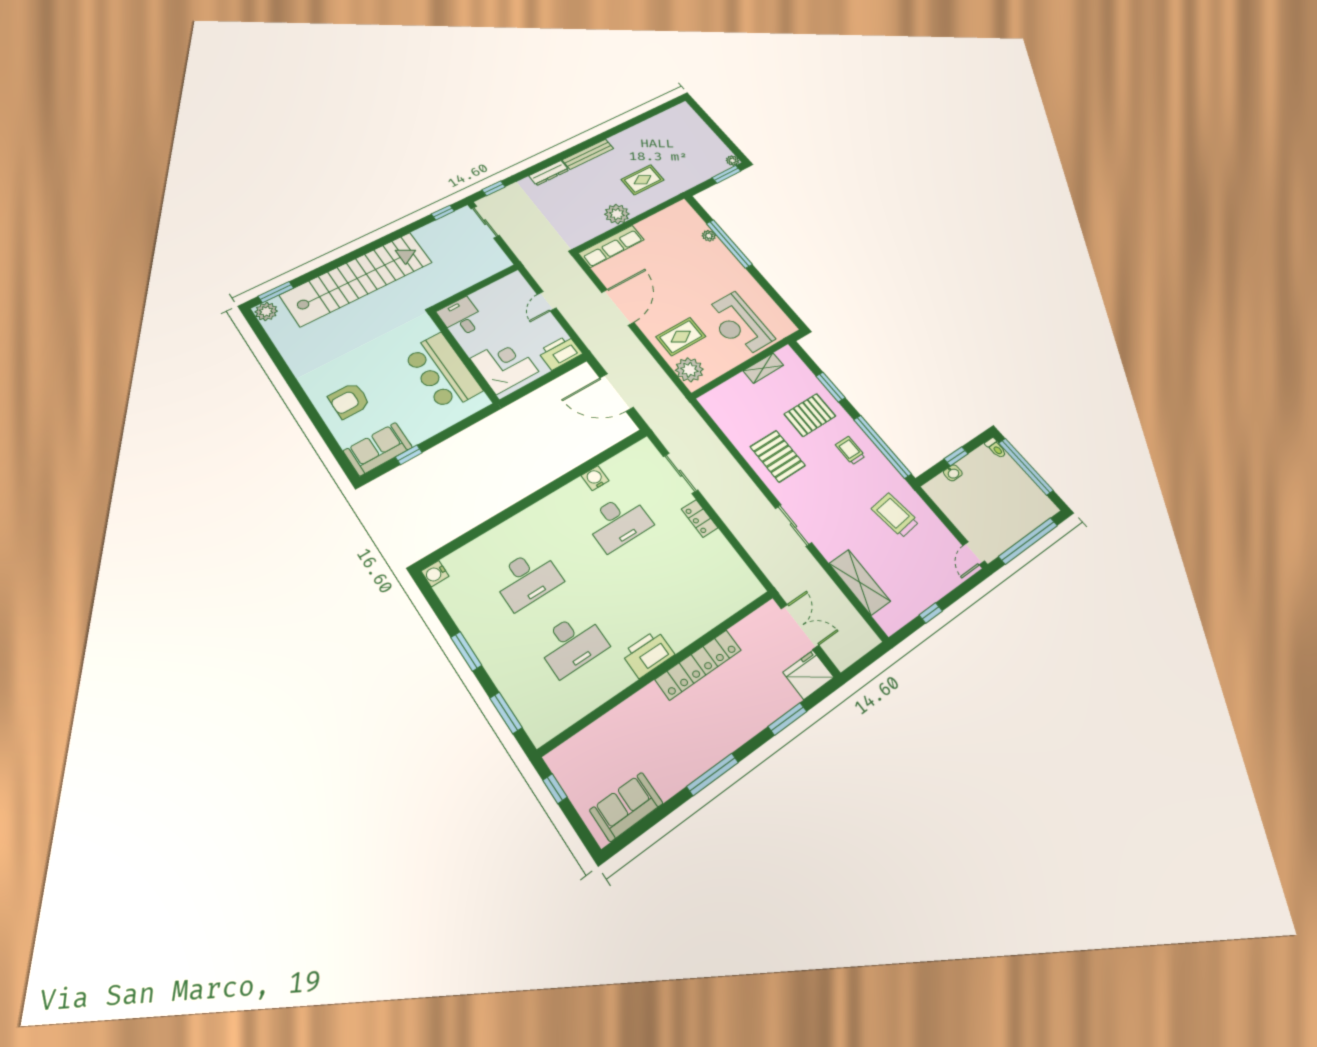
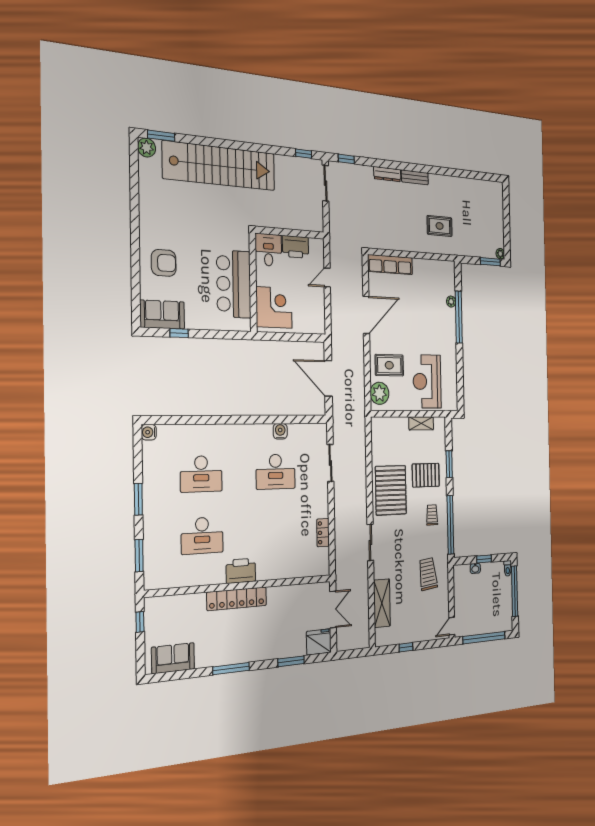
bench: (588, 154) -> (415, 177), width x0.73
plant: (617, 214) -> (408, 241), removed
printer: (560, 352) -> (295, 247), moved, turned 180
armchair: (349, 401) -> (164, 263), turned 180
pallet: (778, 456) -> (391, 490), width x1.37, depth x1.41
locker: (700, 518) -> (323, 533), moved
locker: (698, 665) -> (237, 599), moved

